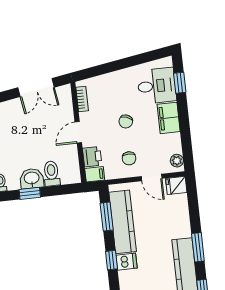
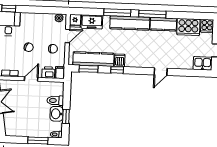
filing cabinet: (169, 118) -> (31, 19), removed
door: (78, 132) -> (31, 79), swing flipped
freezer: (178, 211) -> (92, 22), added
window: (198, 247) -> (117, 13), width x1.44

